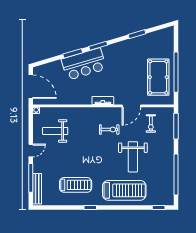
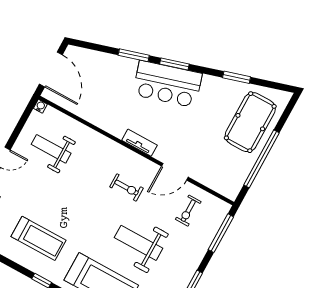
bar counter: (84, 64) -> (167, 84), moved
pool table: (158, 77) -> (250, 122), moved
weight bench: (133, 157) -> (139, 243), turned 90

